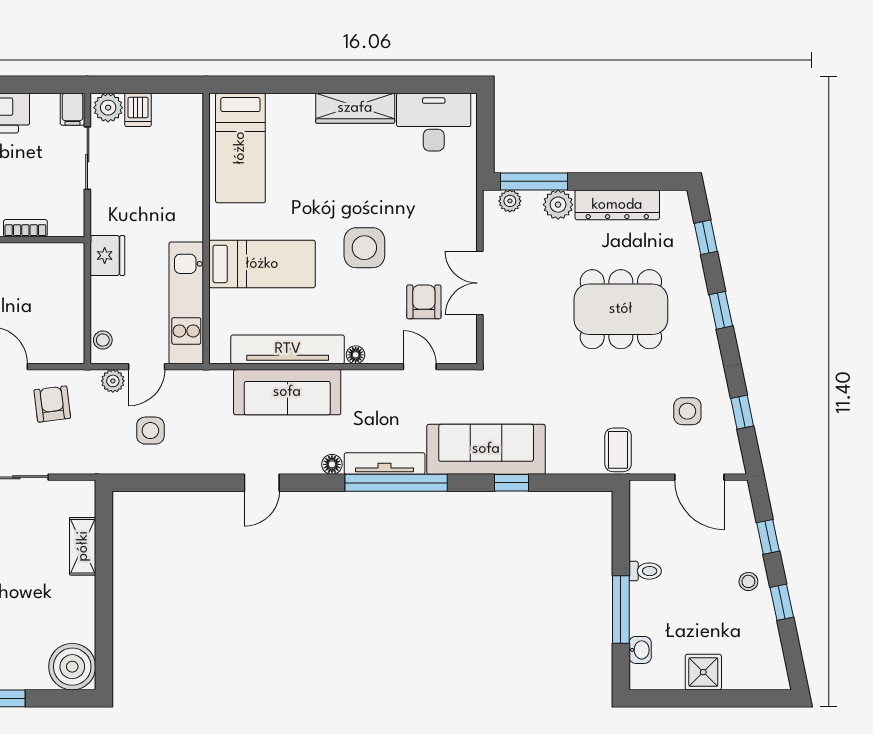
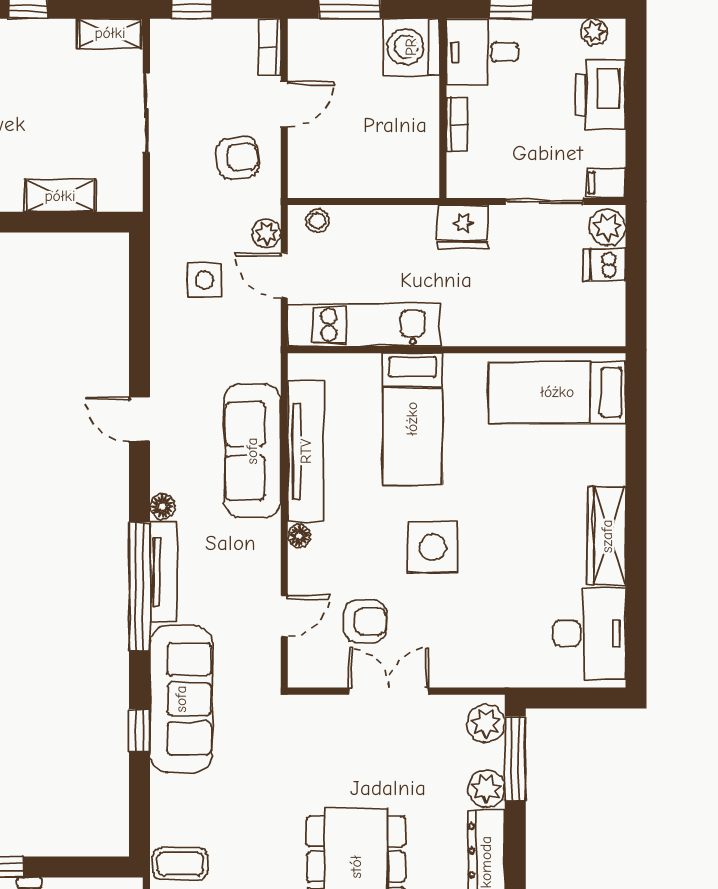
plant: (510, 201) -> (486, 723), width x1.38, depth x1.38
fridge: (107, 255) -> (463, 226), moved

